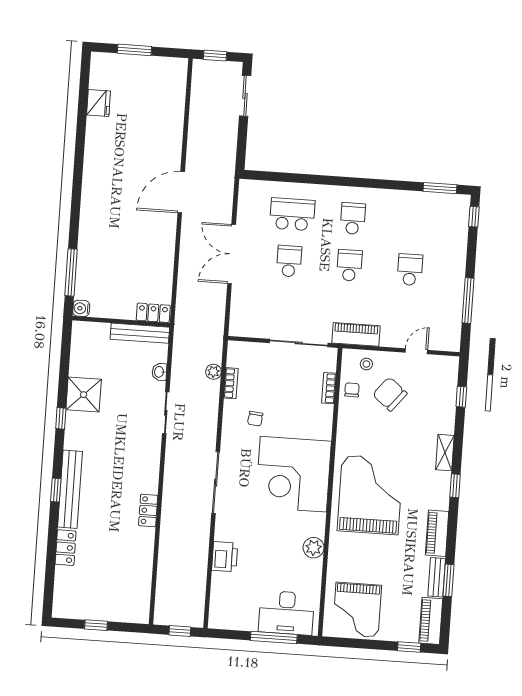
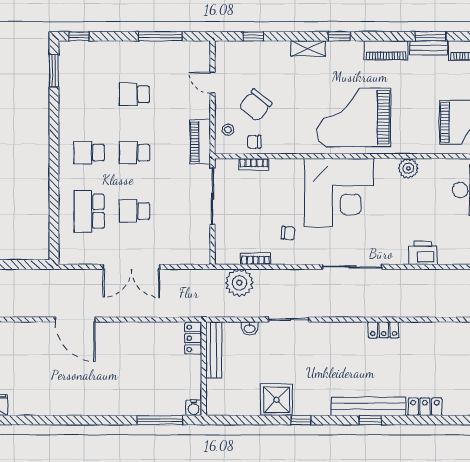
plant: (213, 372) -> (239, 283), width x1.88, depth x1.88

